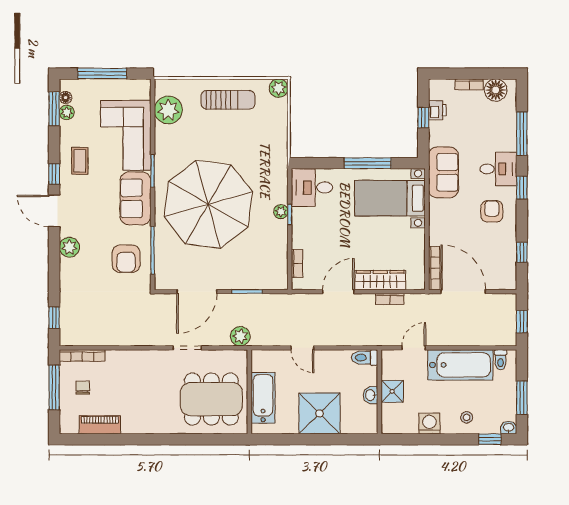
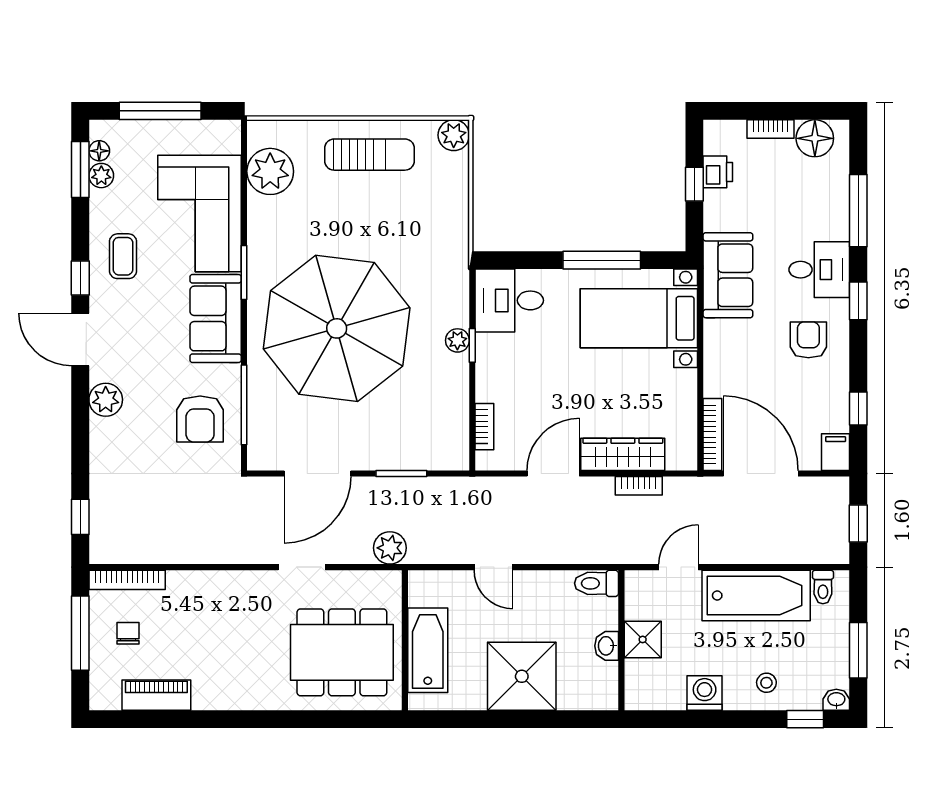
filing cabinet: (508, 279) -> (836, 452), added

